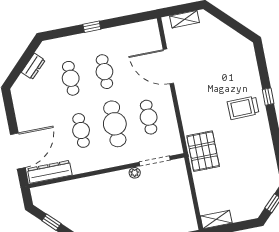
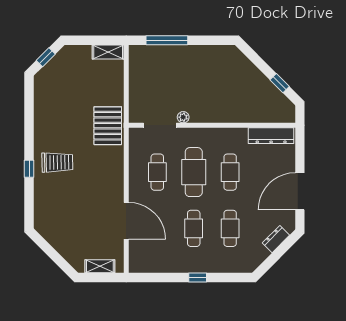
dresser: (33, 66) -> (276, 239), moved
door: (18, 151) -> (300, 191), moved

